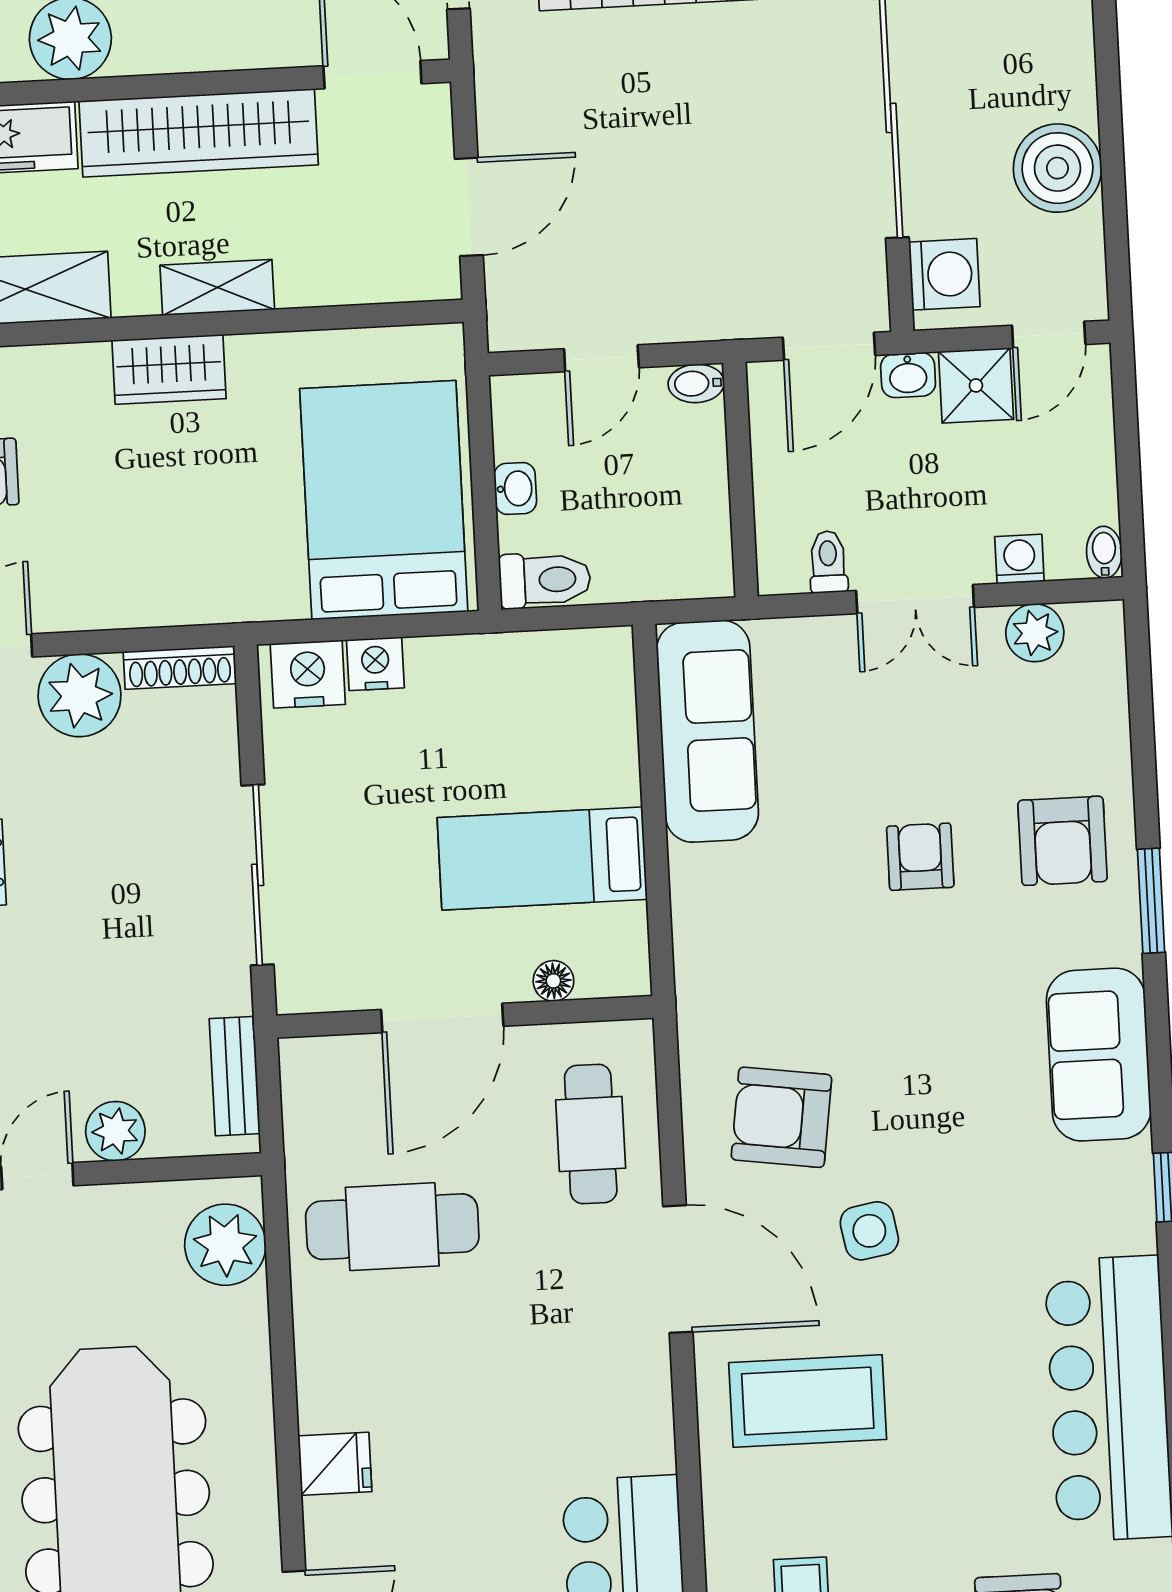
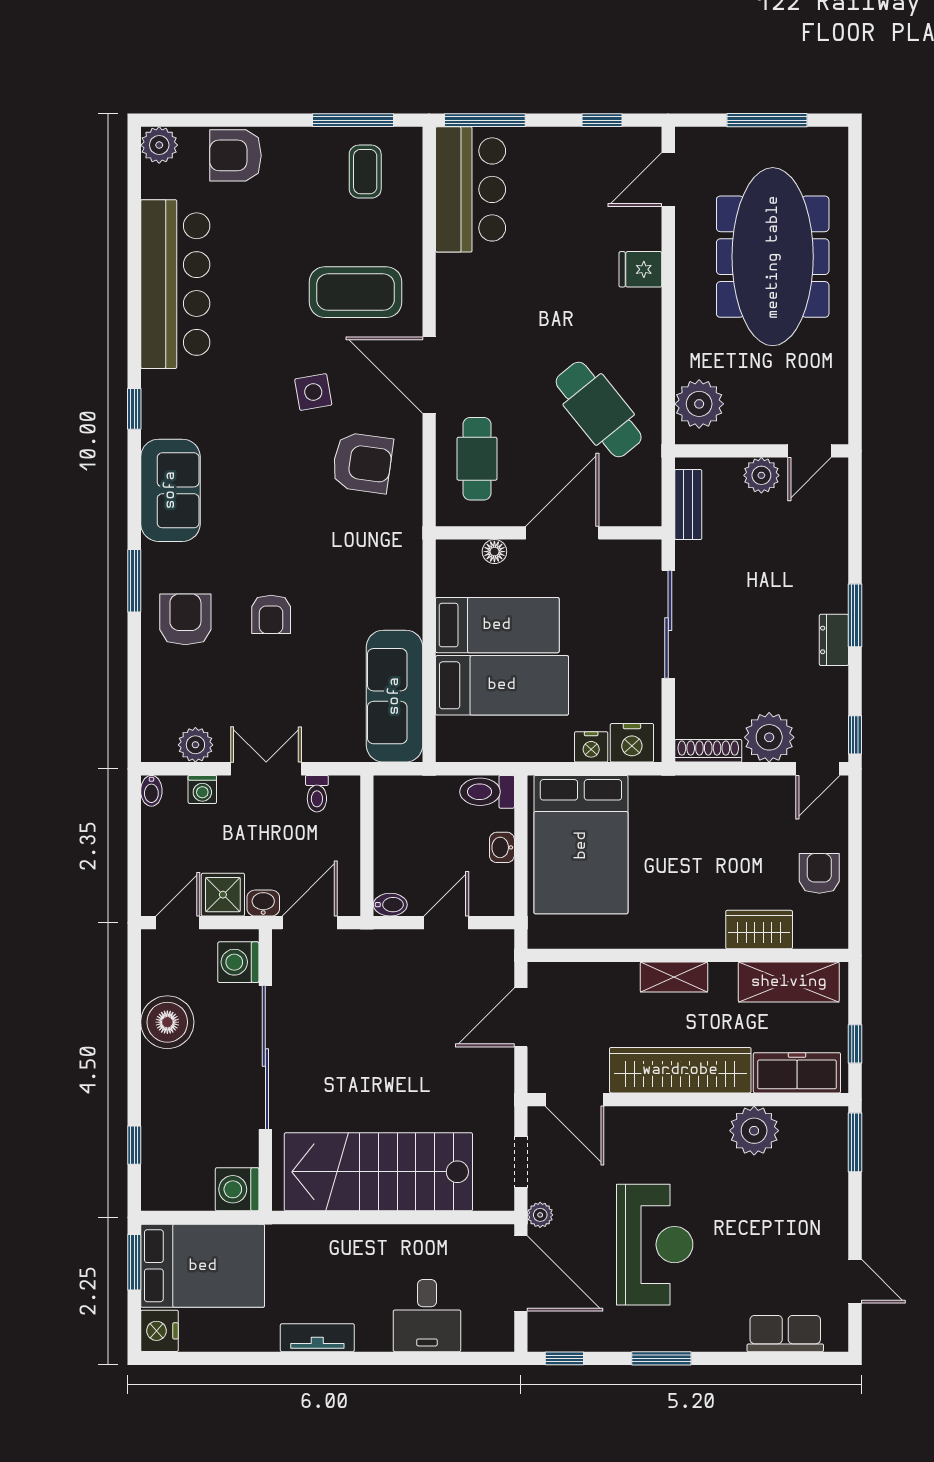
wardrobe: (169, 369) -> (759, 930), moved
bed: (529, 759) -> (502, 685), added
cafe table: (392, 1227) -> (599, 409), turned 51

